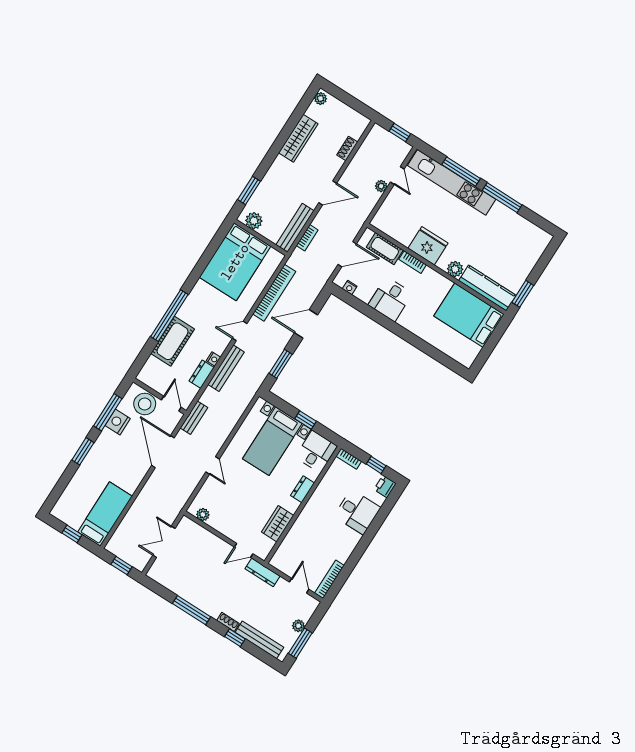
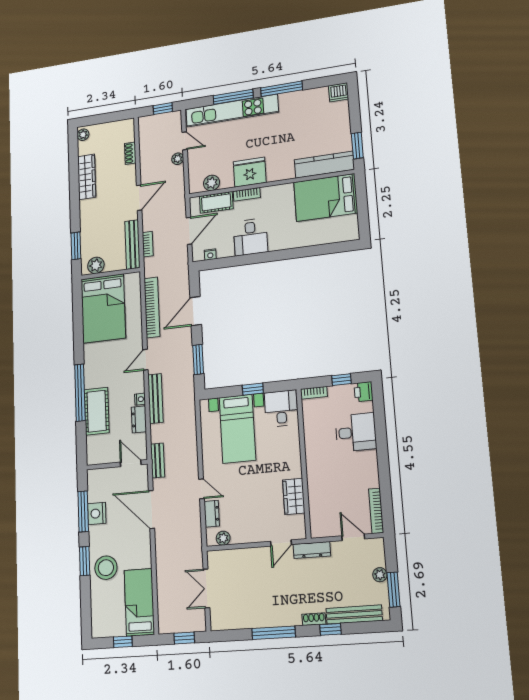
dishwasher: (542, 239) -> (339, 92), added
plant: (455, 269) -> (212, 183), moved
stool: (145, 404) -> (106, 568), moved
dresser: (303, 489) -> (212, 514), moved, turned 180

